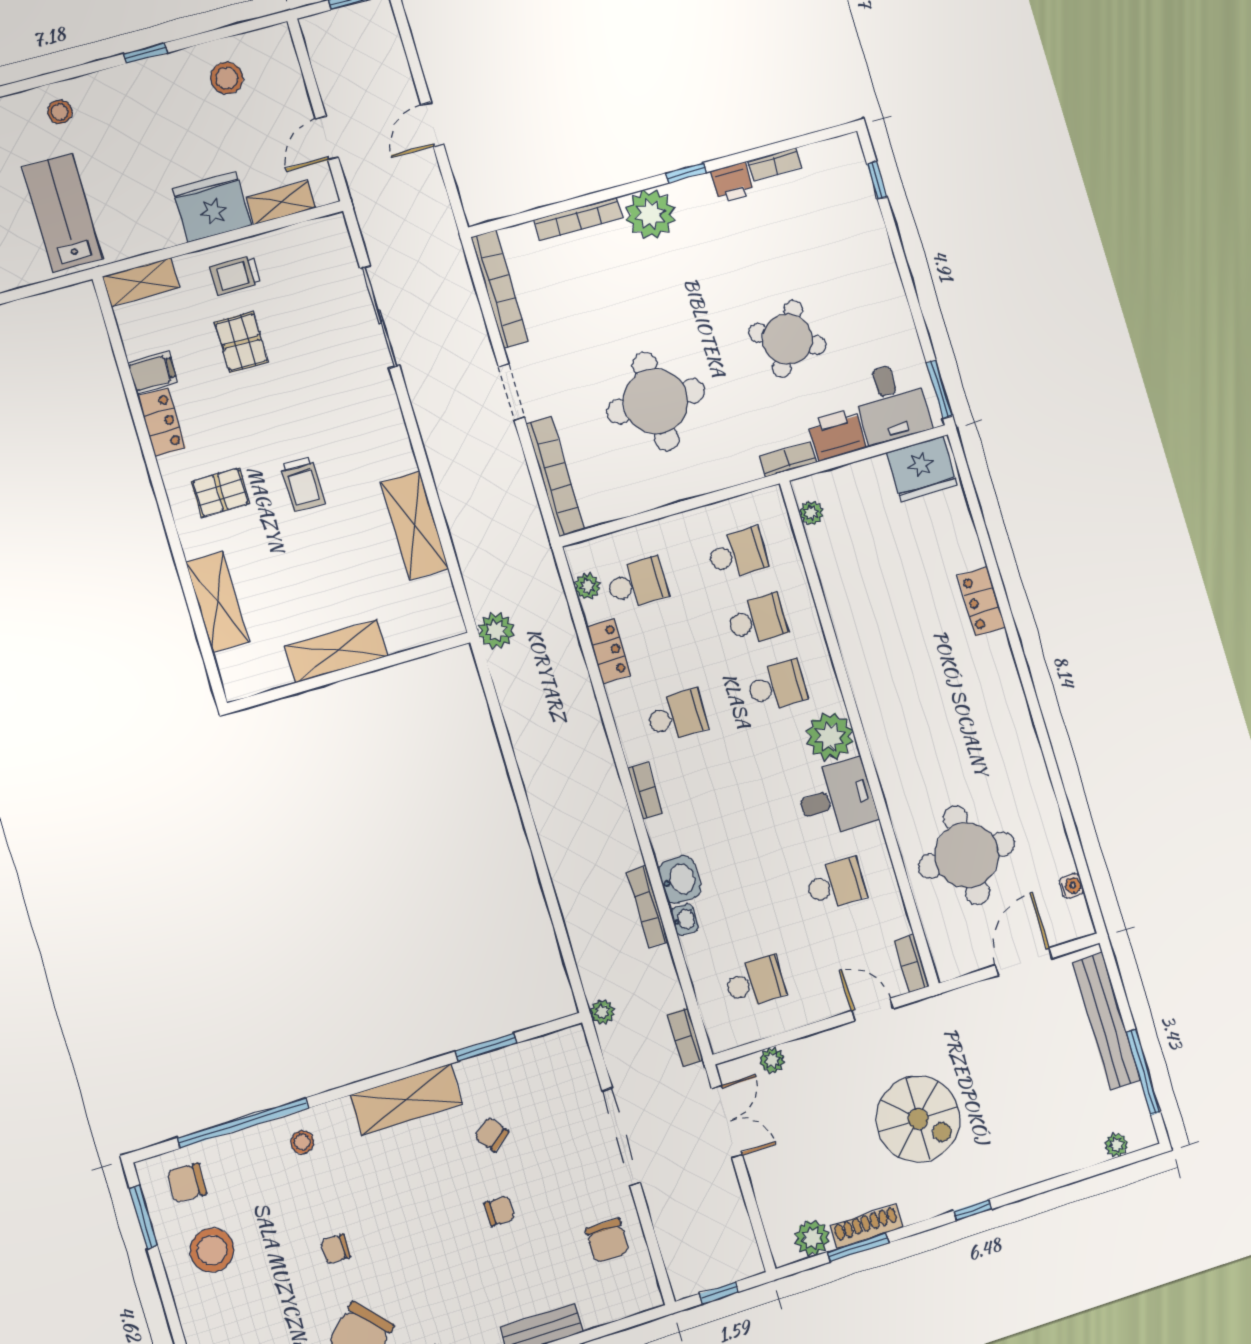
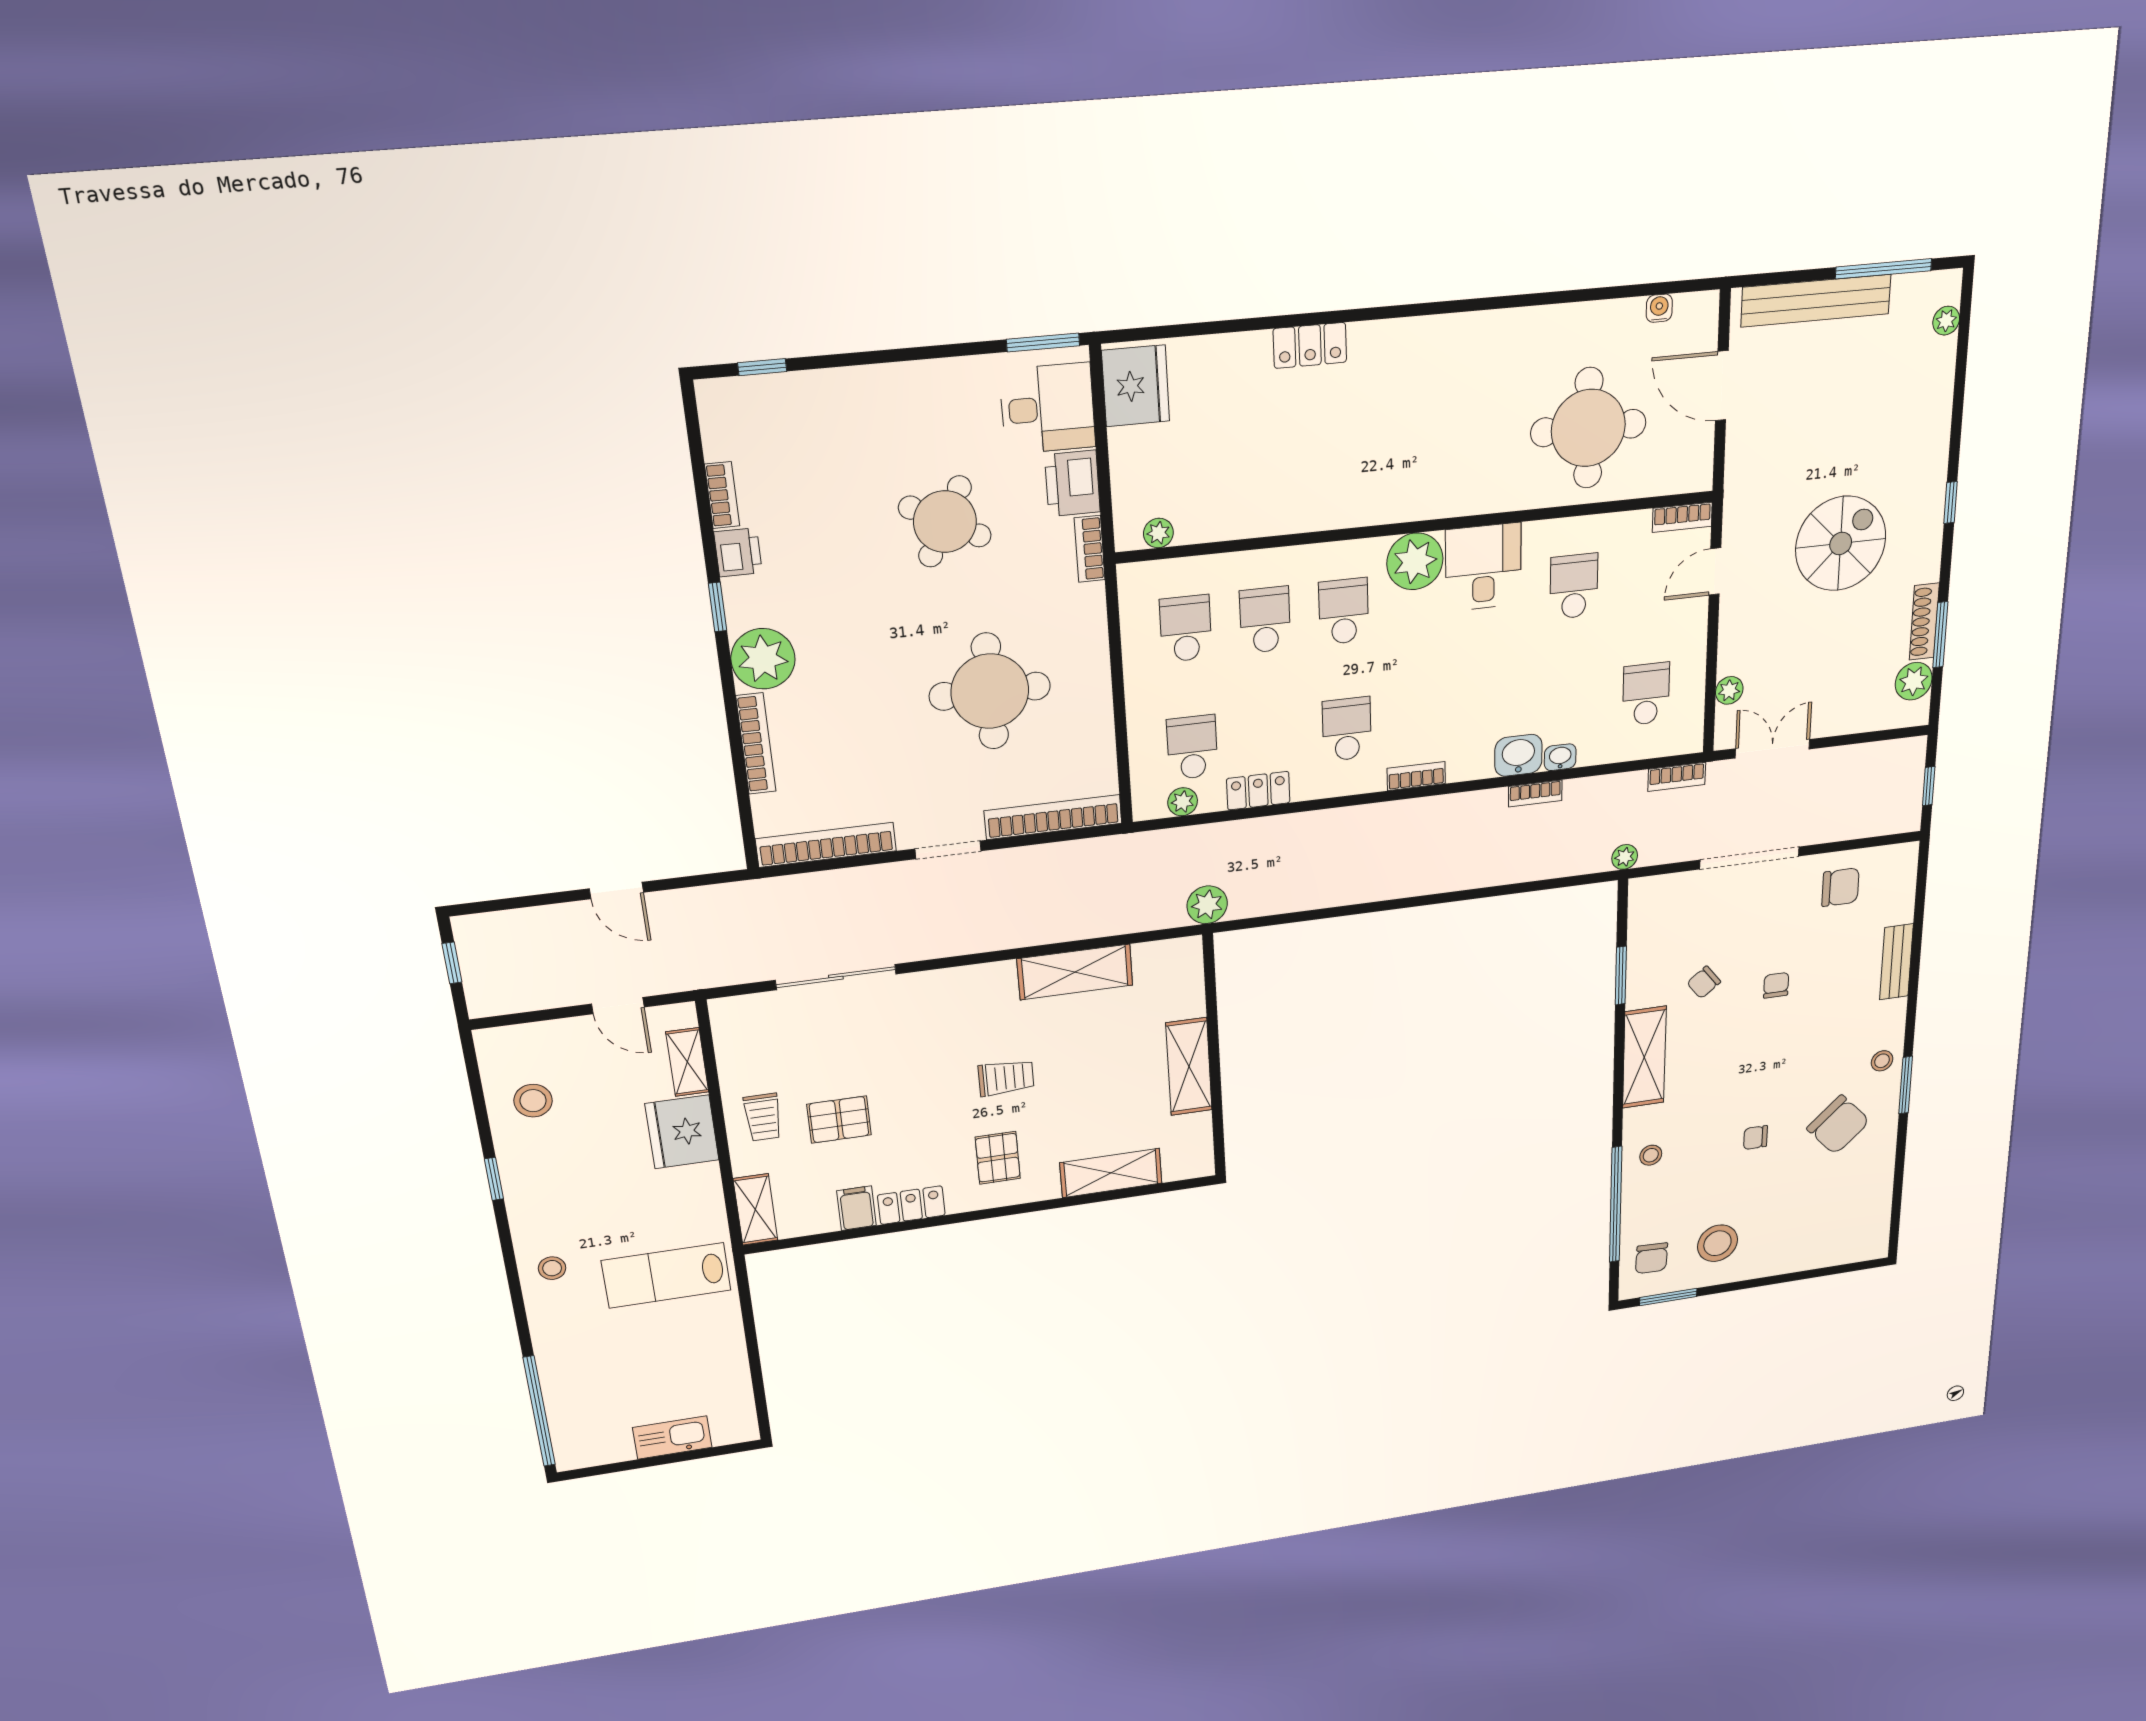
bookcase: (648, 906) -> (1535, 793), width x0.64
chair: (336, 1249) -> (1756, 1138), turned 90

